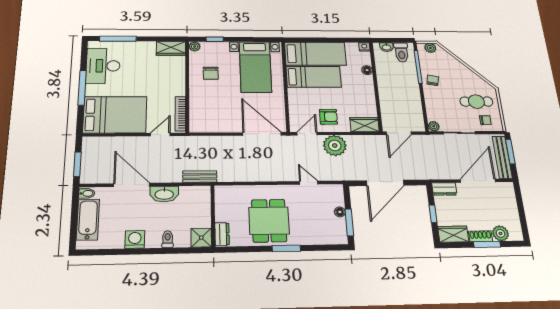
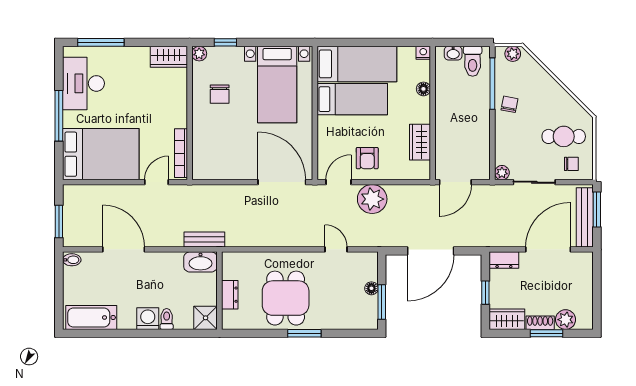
armchair: (328, 117) -> (367, 158), turned 90
wardrobe: (364, 124) -> (420, 142), moved, turned -90
washbasin: (164, 194) -> (200, 262), moved
bathtub: (88, 220) -> (91, 317), moved, turned -90
dresser: (222, 234) -> (230, 295), moved
washing machine: (135, 239) -> (148, 319), moved

